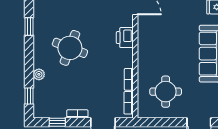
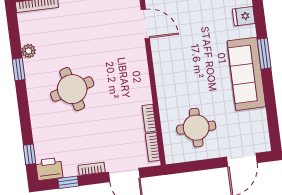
printer: (125, 38) -> (49, 169), moved, turned 90
round table: (70, 48) -> (72, 89), turned -36
plant: (39, 74) -> (29, 51), moved

